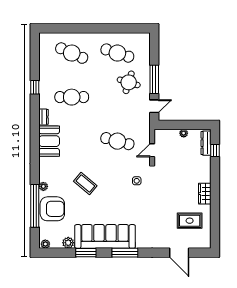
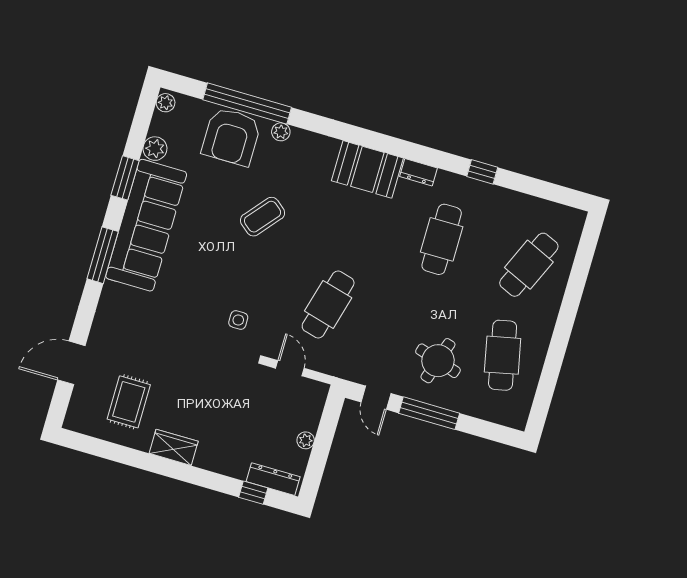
cafe table: (117, 53) -> (503, 355), turned -30

